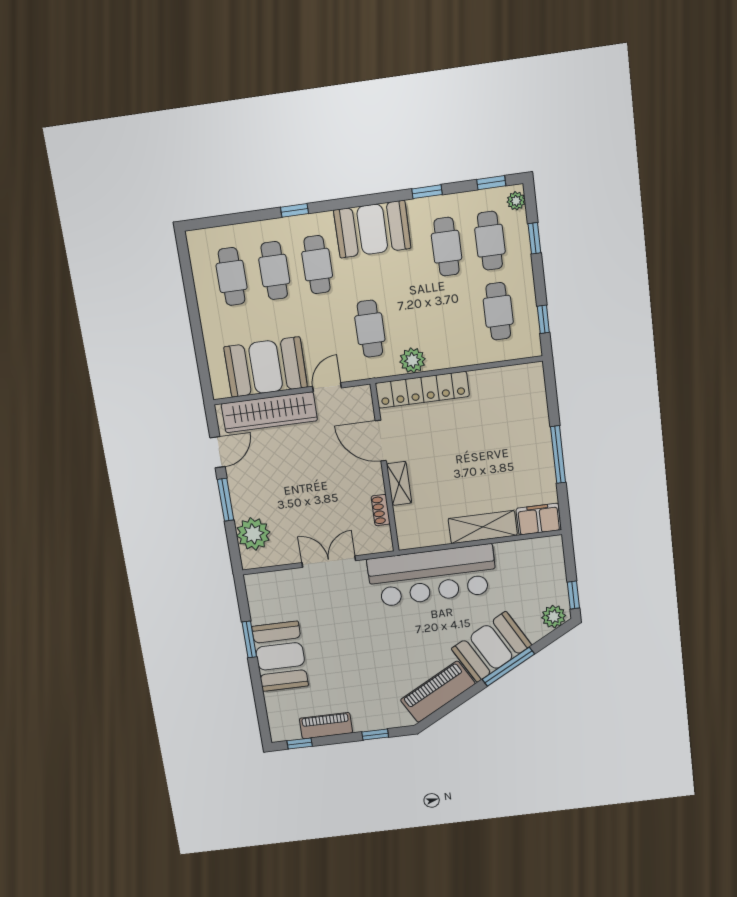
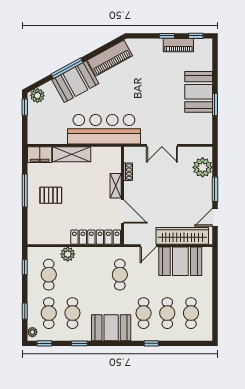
plant: (412, 360) -> (68, 254), moved
pallet: (511, 452) -> (51, 195), added
window: (375, 735) -> (167, 36), moved

